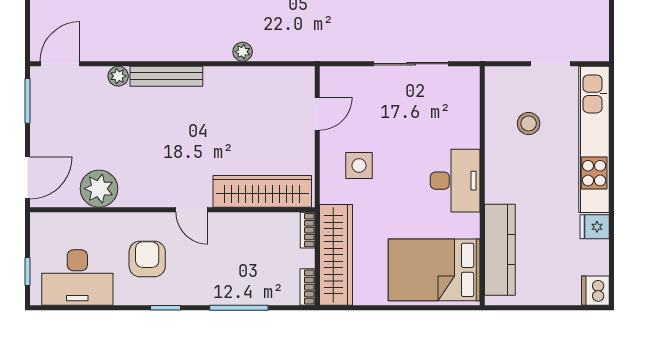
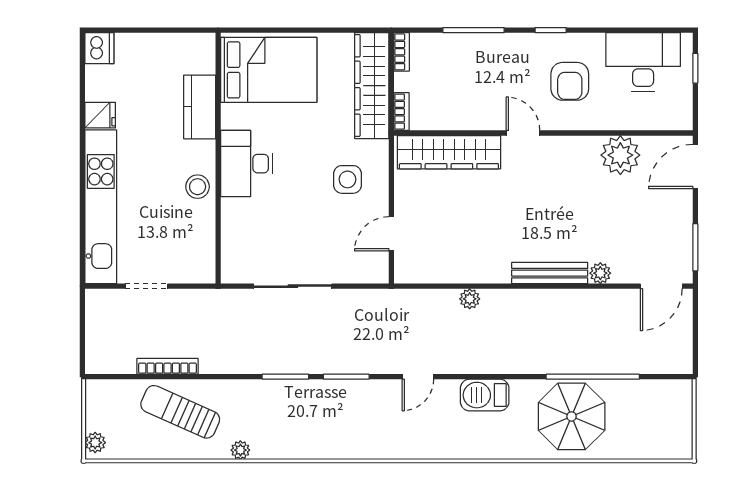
stool: (529, 123) -> (198, 187), moved
kitchen counter: (500, 250) -> (200, 107), width x0.67

